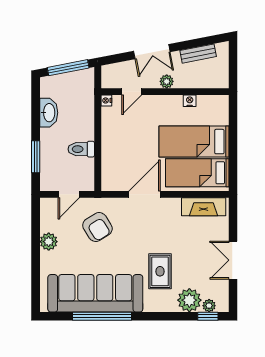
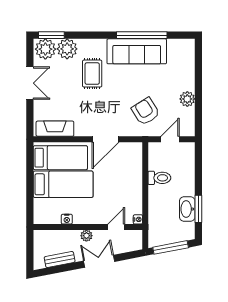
window: (36, 157) -> (198, 209), moved
sofa: (95, 293) -> (137, 51), width x0.74, depth x0.79
plant: (209, 306) -> (45, 49), width x1.88, depth x1.88
window: (208, 316) -> (51, 35), width x1.50

